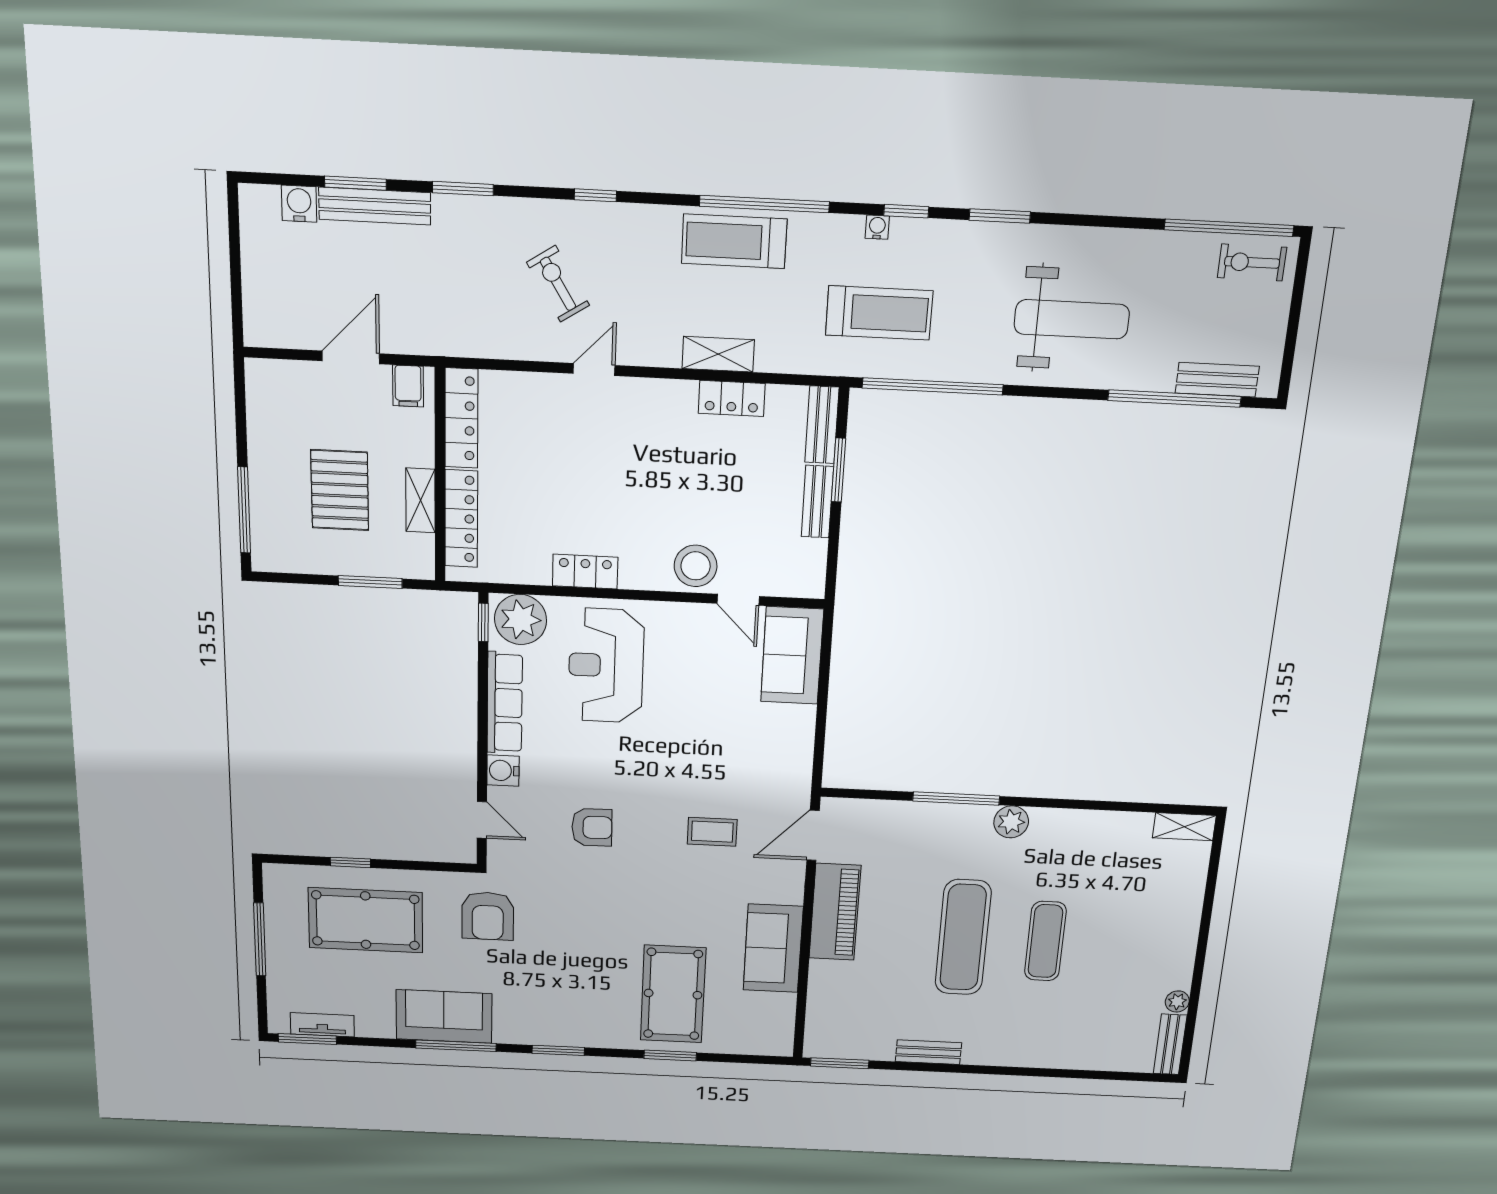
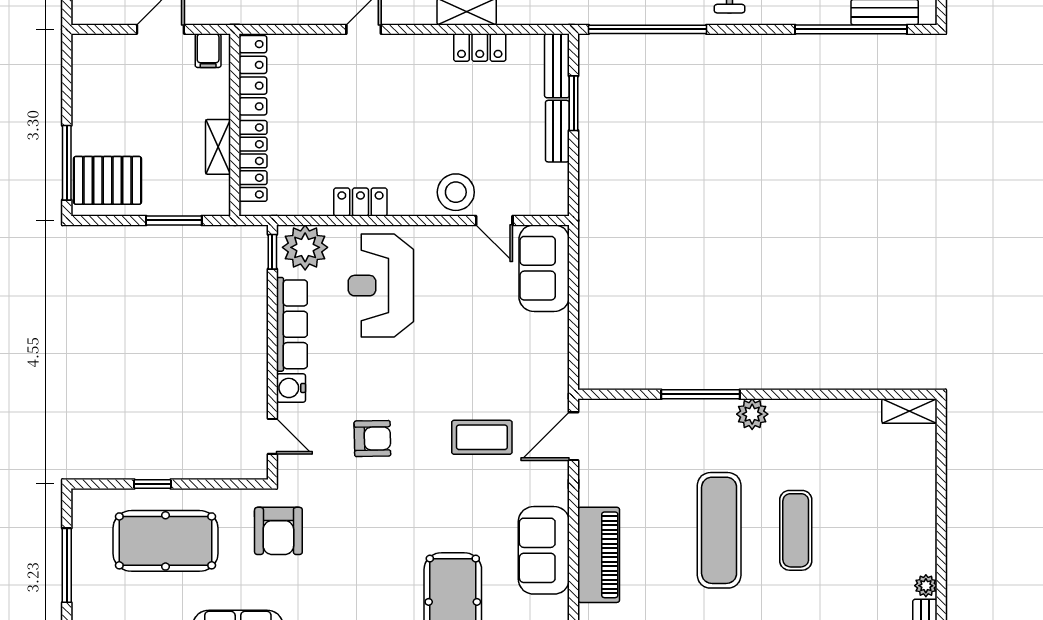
pallet: (340, 490) -> (108, 180), moved, turned 90
coffee table: (712, 832) -> (482, 437), width x1.36, depth x1.30
piano: (835, 912) -> (599, 555), moved

